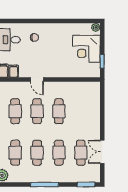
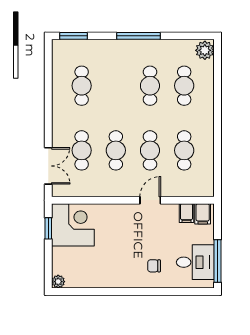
corner desk: (86, 49) -> (73, 225), moved
door: (37, 79) -> (150, 200), hinge flipped
double door: (102, 152) -> (48, 166), moved
cafe table: (59, 153) -> (82, 150), moved

